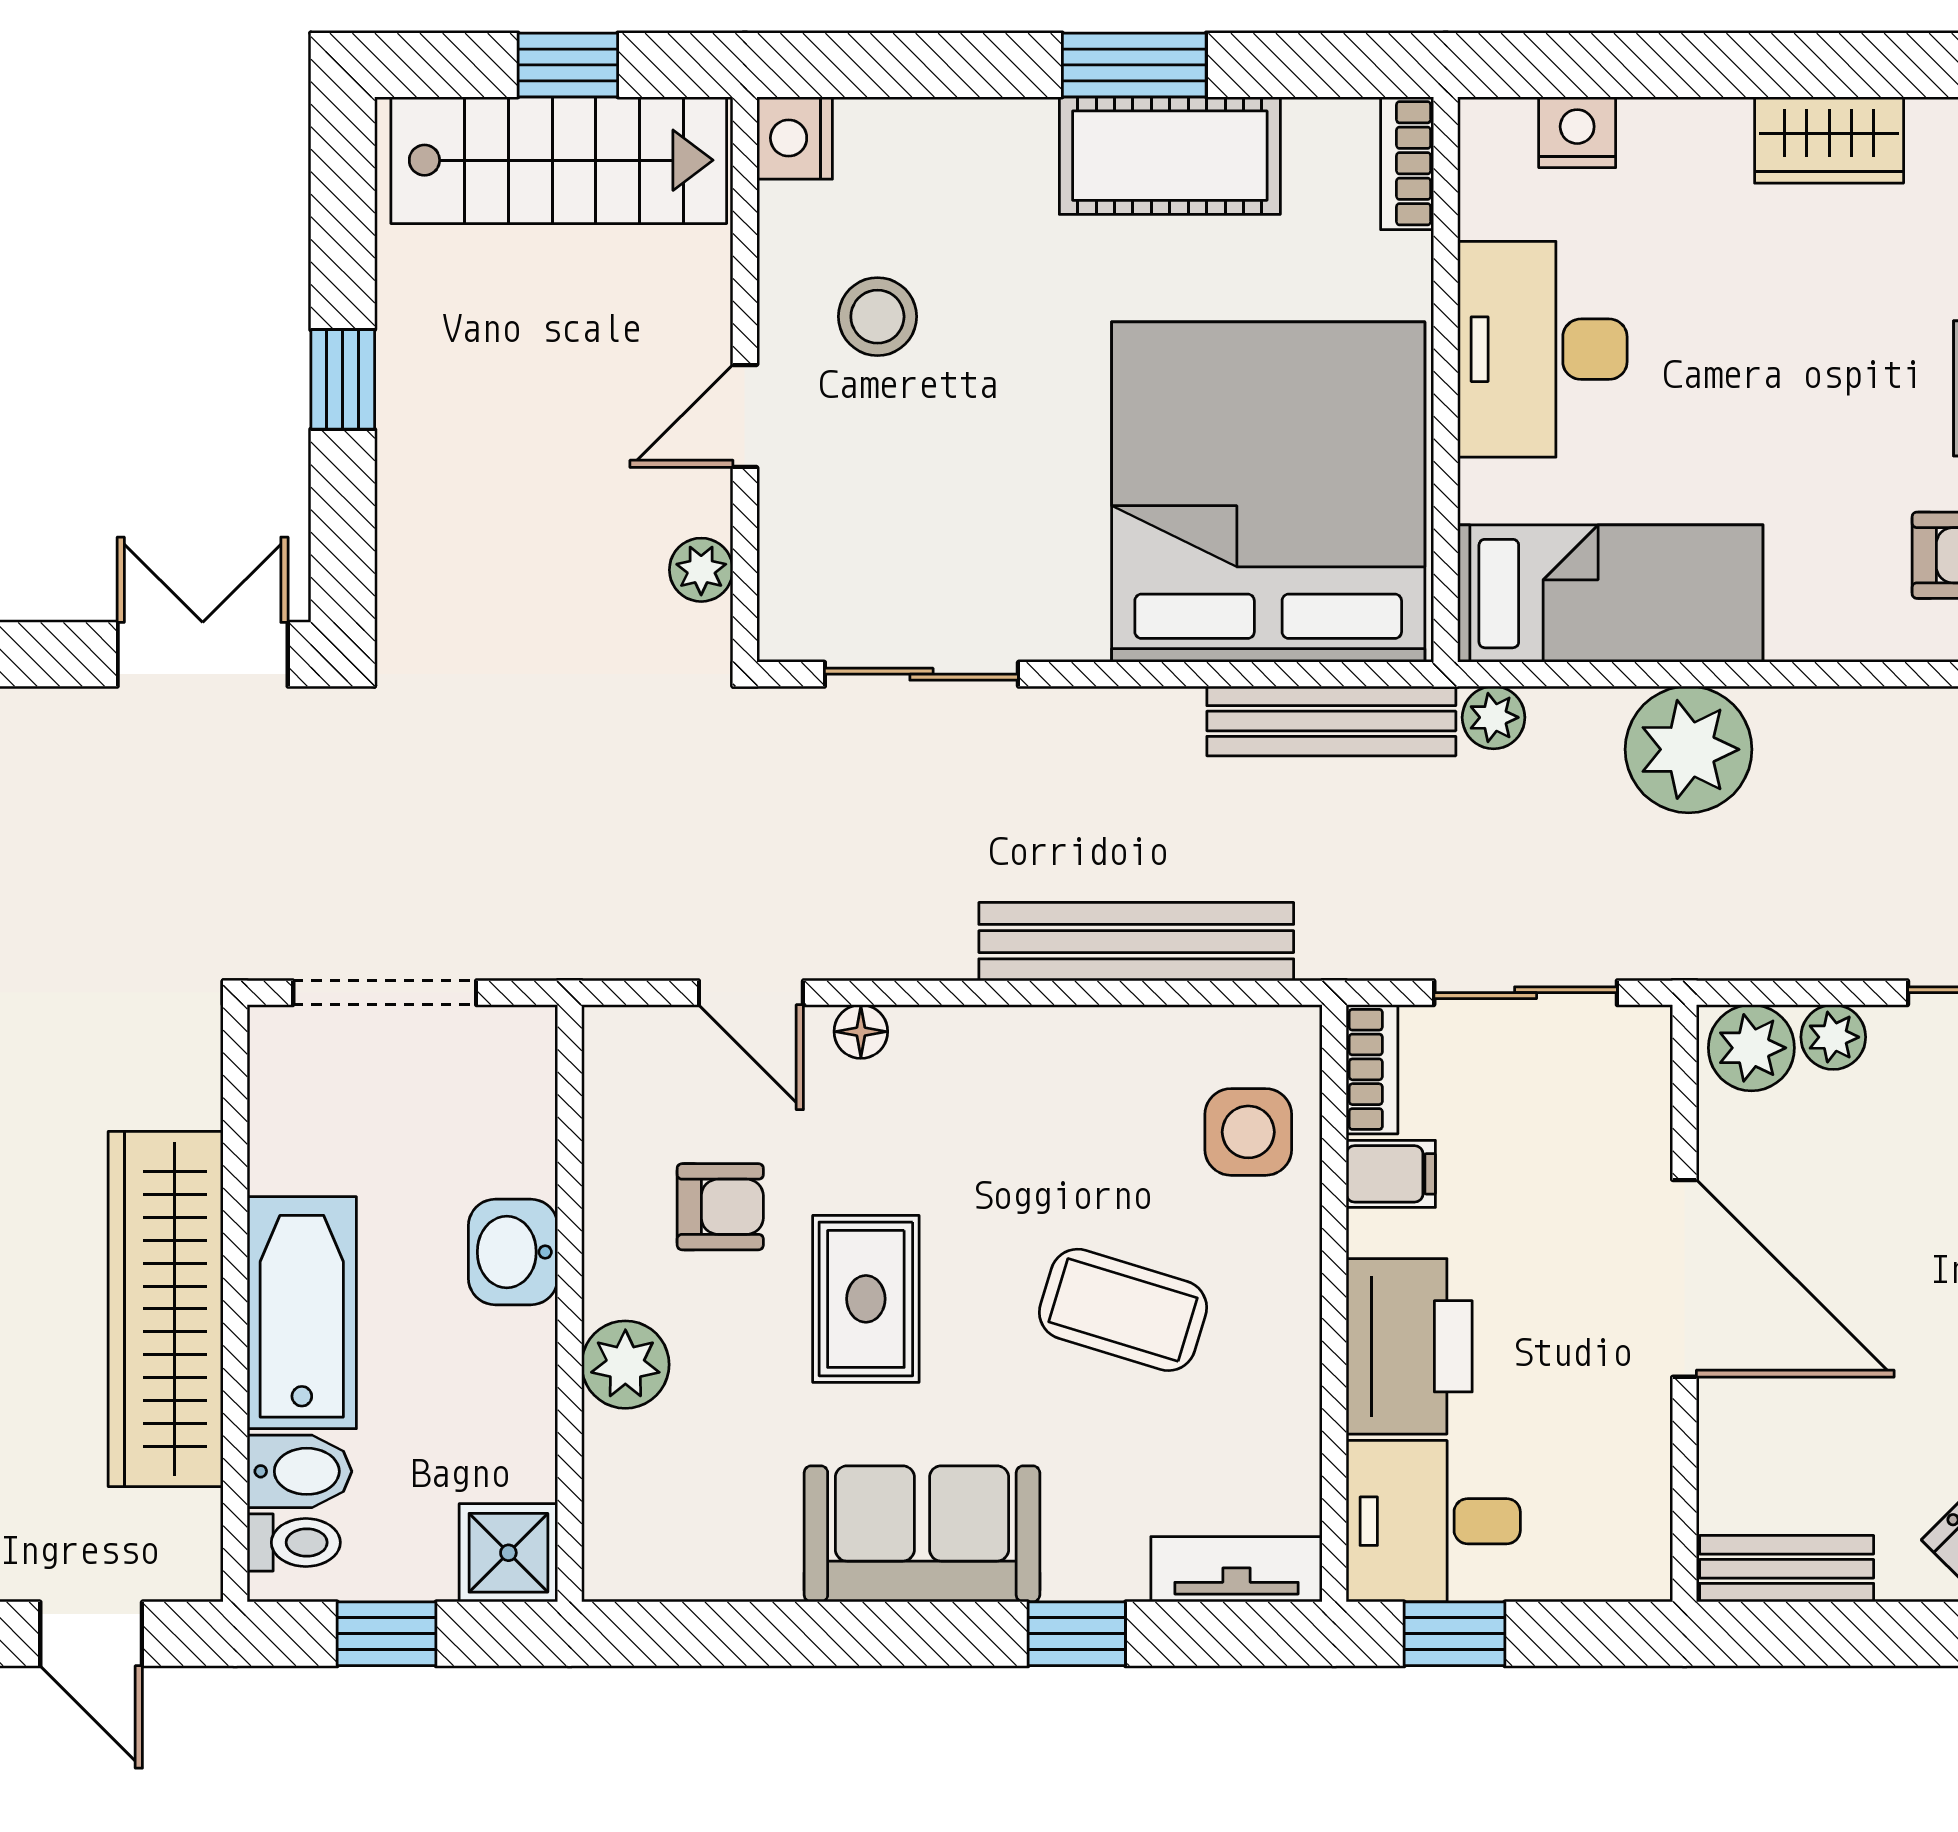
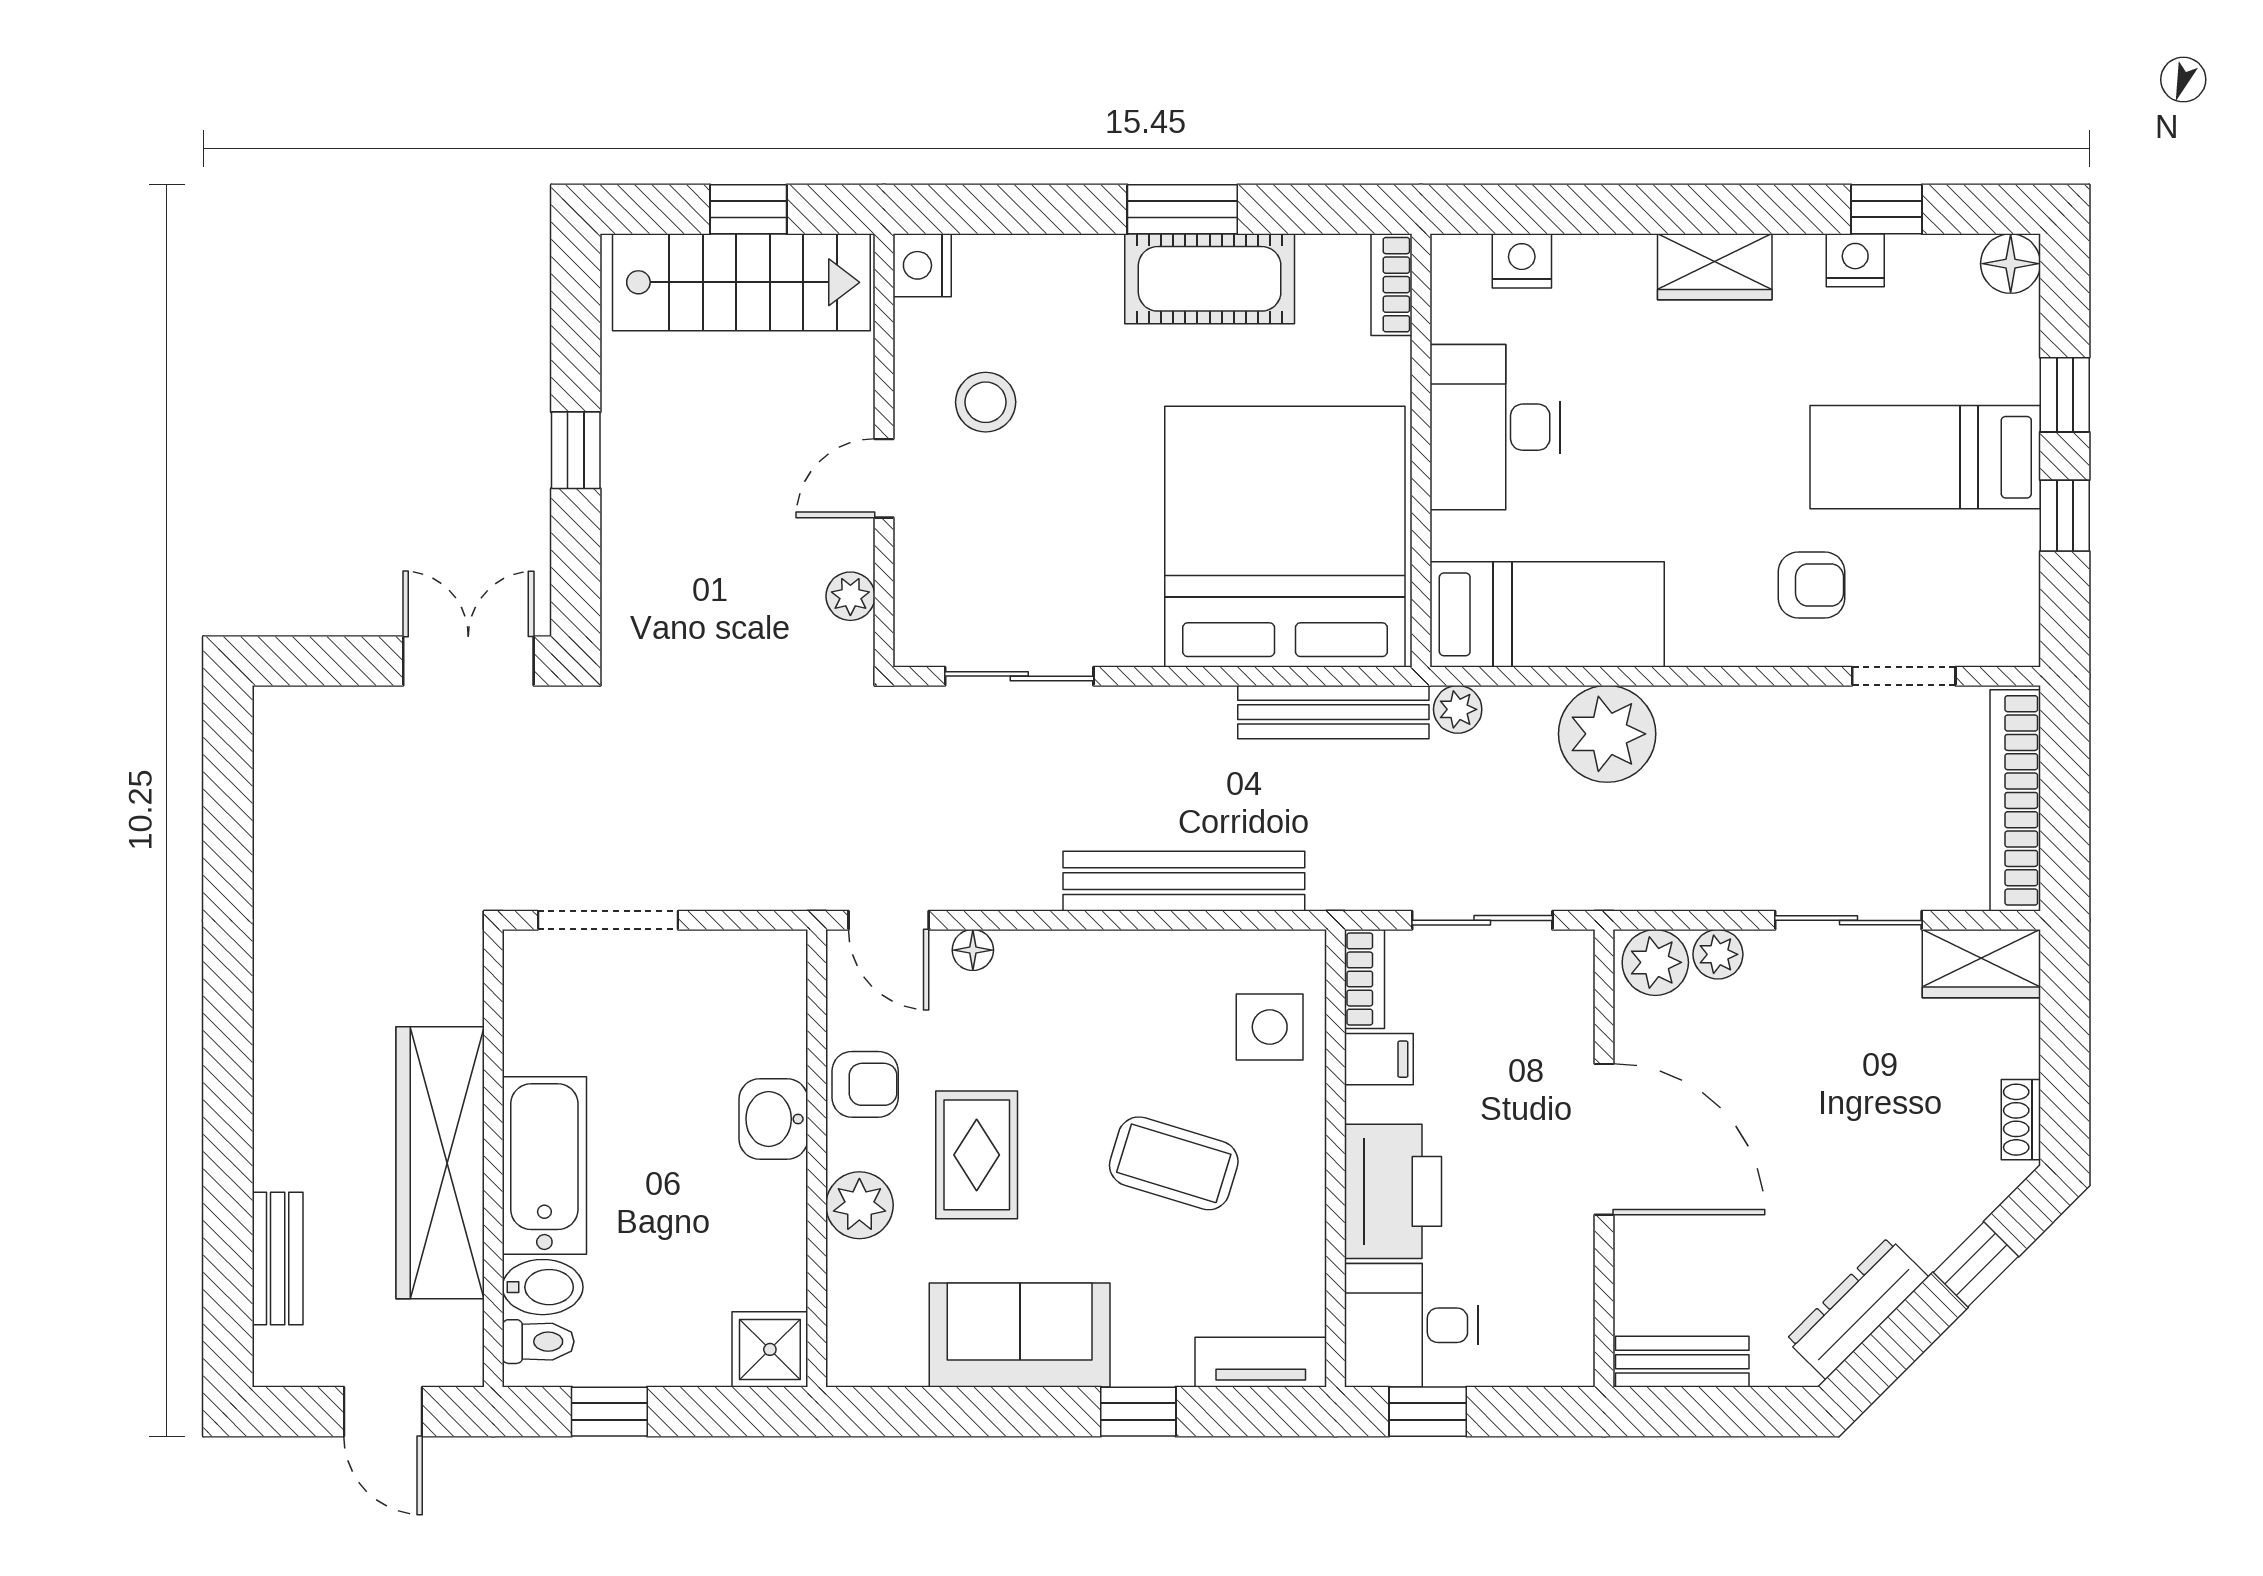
washbasin: (513, 1252) -> (773, 1119), moved
wall: (570, 1303) -> (817, 1158), moved
plant: (625, 1365) -> (859, 1205), moved
shower: (508, 1553) -> (770, 1349), moved

